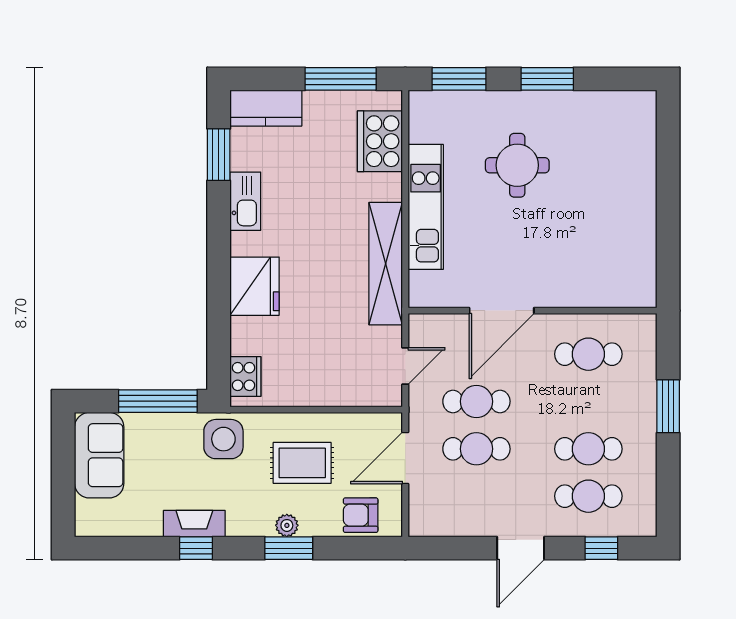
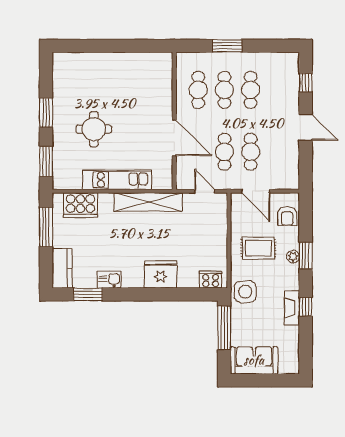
kitchen sink: (245, 201) -> (109, 280), width x0.73
rug: (302, 463) -> (258, 248), turned 90
cafe table: (588, 496) -> (224, 90), moved

